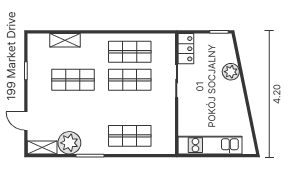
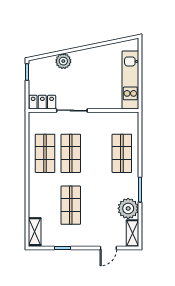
shelving: (65, 40) -> (35, 232), moved

